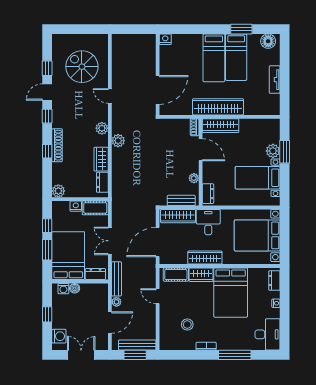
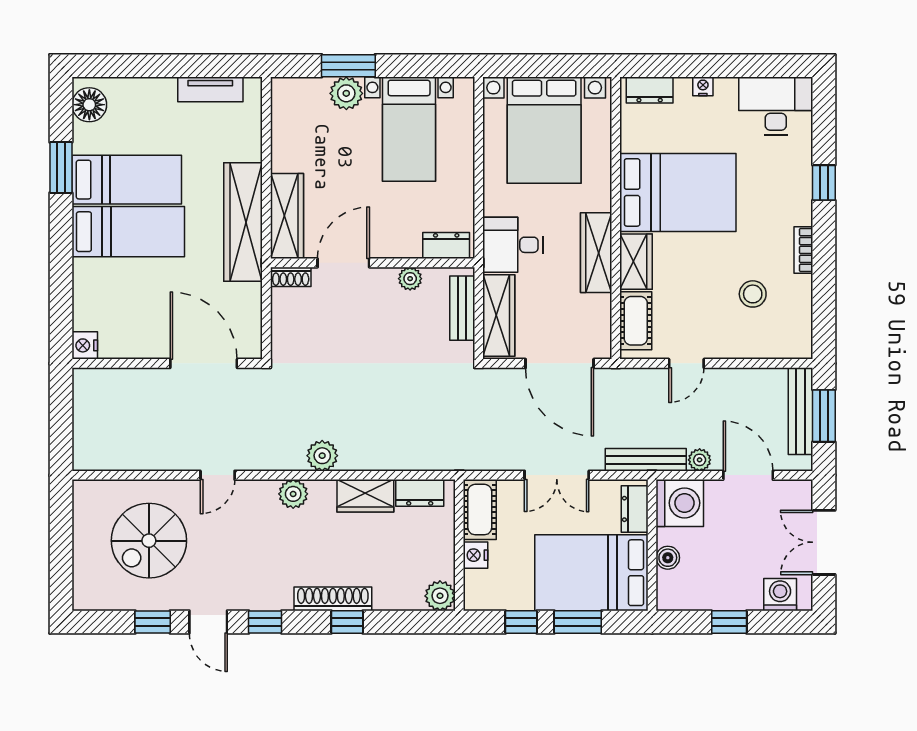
tv unit: (275, 80) -> (210, 89), moved
washing machine: (63, 289) -> (680, 503), moved, width x1.89, depth x1.89
window: (235, 355) -> (824, 183), width x0.46

